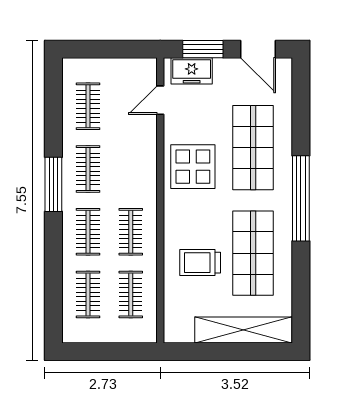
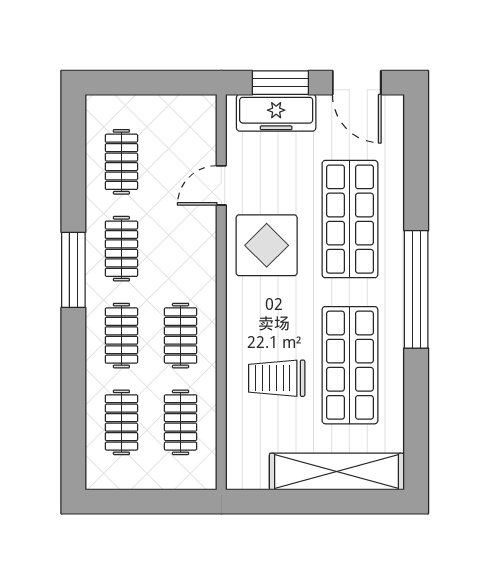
freezer: (192, 71) -> (276, 113), width x1.40
door: (160, 100) -> (221, 185), moved

